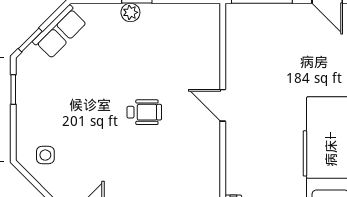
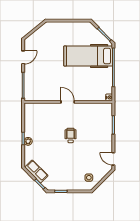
door: (223, 105) -> (68, 102), swing flipped

